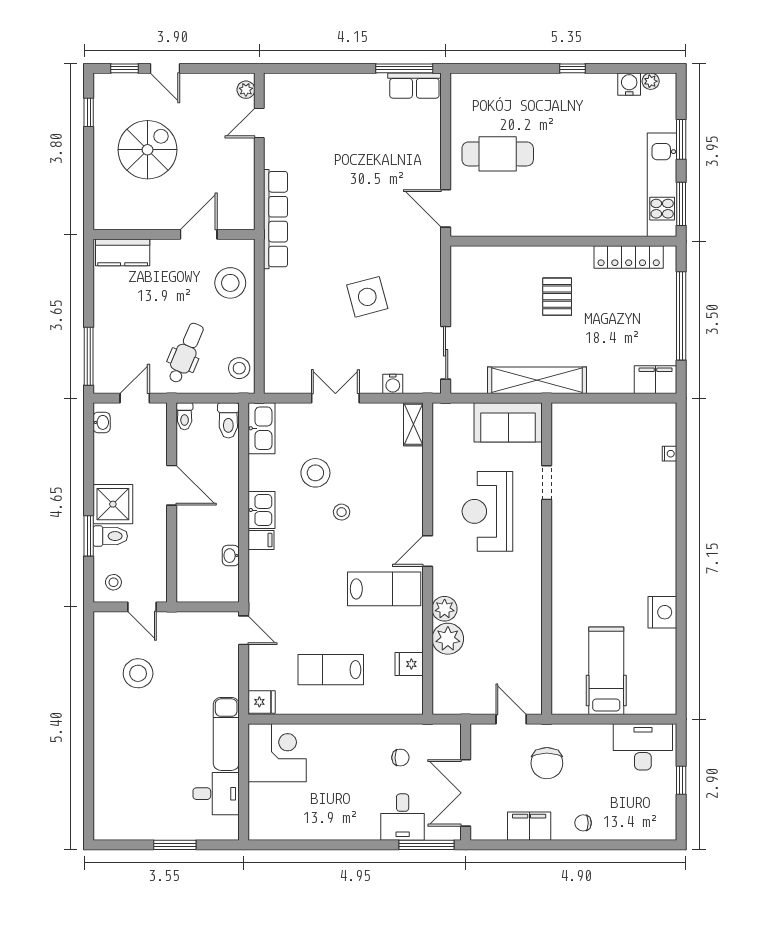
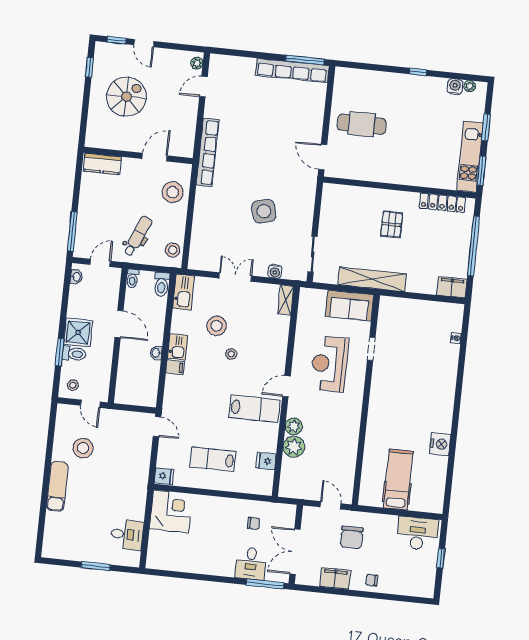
row of seats: (414, 86) -> (292, 70), width x2.02
washbasin: (231, 556) -> (156, 353), moved
exam couch: (226, 734) -> (57, 486), moved, turned 180

